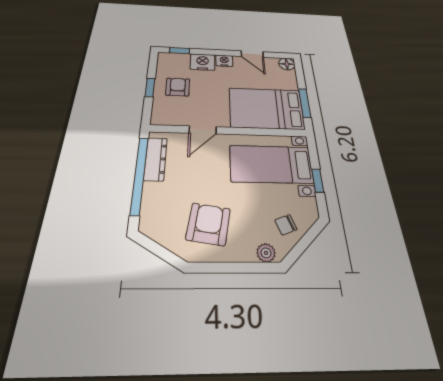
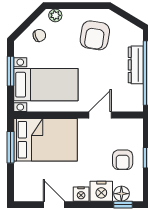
floor lamp: (287, 64) -> (121, 194), moved
dresser: (156, 159) -> (136, 65), moved
window: (318, 181) -> (11, 71), width x1.50

